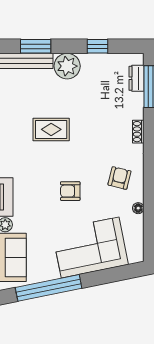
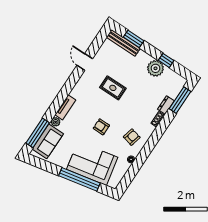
plant: (67, 66) -> (155, 68), moved
dresser: (136, 78) -> (166, 105), moved
window: (49, 288) -> (79, 179), moved

